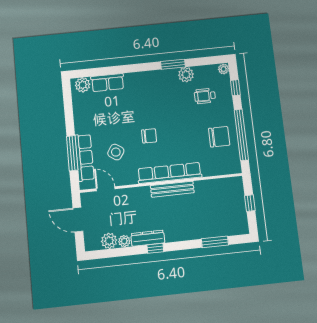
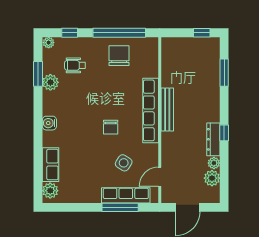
window: (173, 64) -> (38, 74), moved
water cooler: (147, 78) -> (49, 123), added
wheelchair: (205, 96) -> (75, 65), turned 90
chair: (149, 136) -> (111, 127), turned 180
window: (250, 203) -> (202, 33), moved

